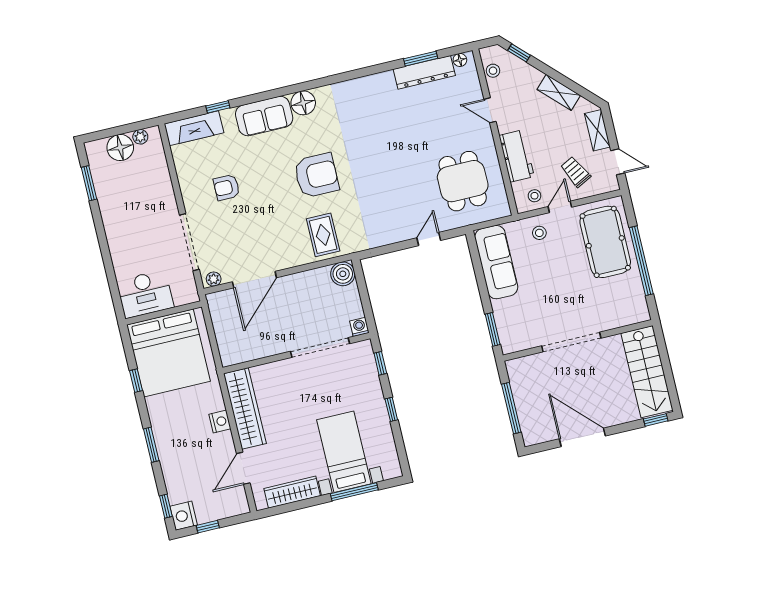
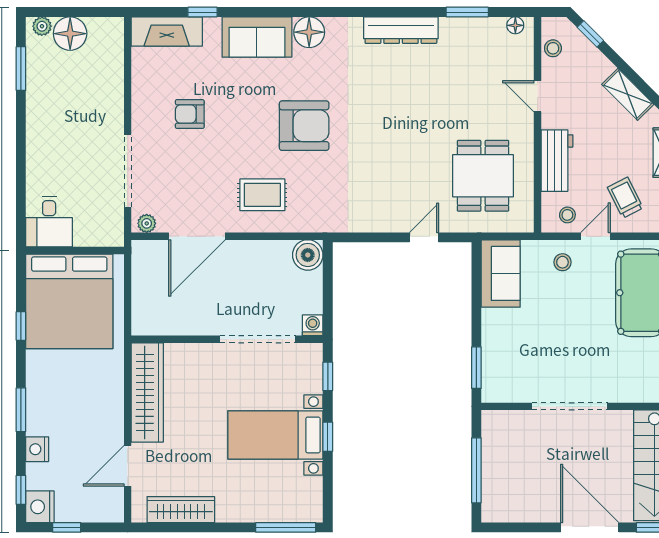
dresser: (424, 72) -> (401, 30), moved
plant: (140, 137) -> (42, 26), moved
rug: (323, 235) -> (262, 195), moved, turned 90
sofa: (496, 262) -> (501, 273), width x0.73
desk: (145, 294) -> (49, 222), width x0.73
nightstand: (220, 422) -> (37, 449), moved, turned 180
door: (582, 437) -> (590, 527), moved
bed with nightstands: (344, 452) -> (275, 435), moved, turned -90
window: (354, 492) -> (286, 527), moved

